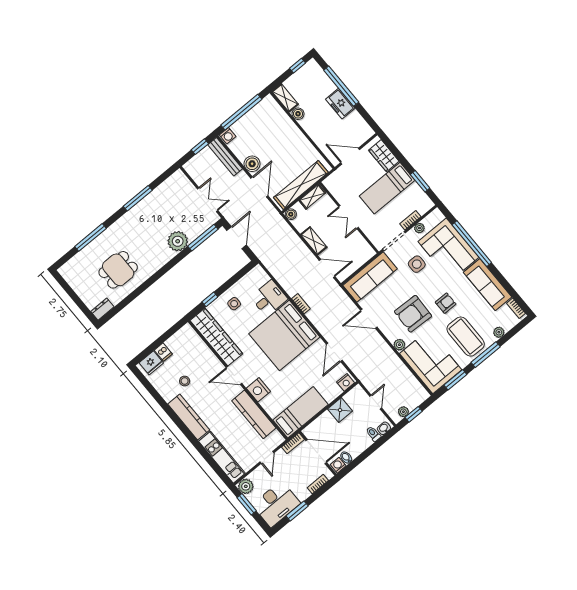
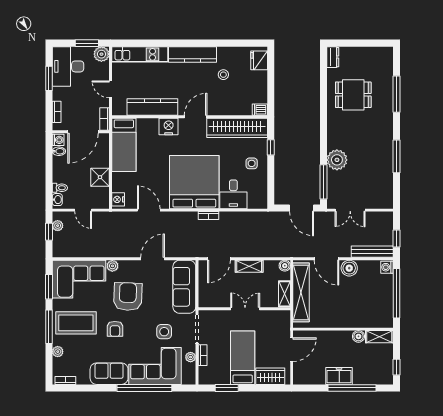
dining table: (118, 270) -> (353, 95), turned 90
sofa: (488, 285) -> (109, 374), width x0.73
dishwasher: (163, 352) -> (260, 110), moved

